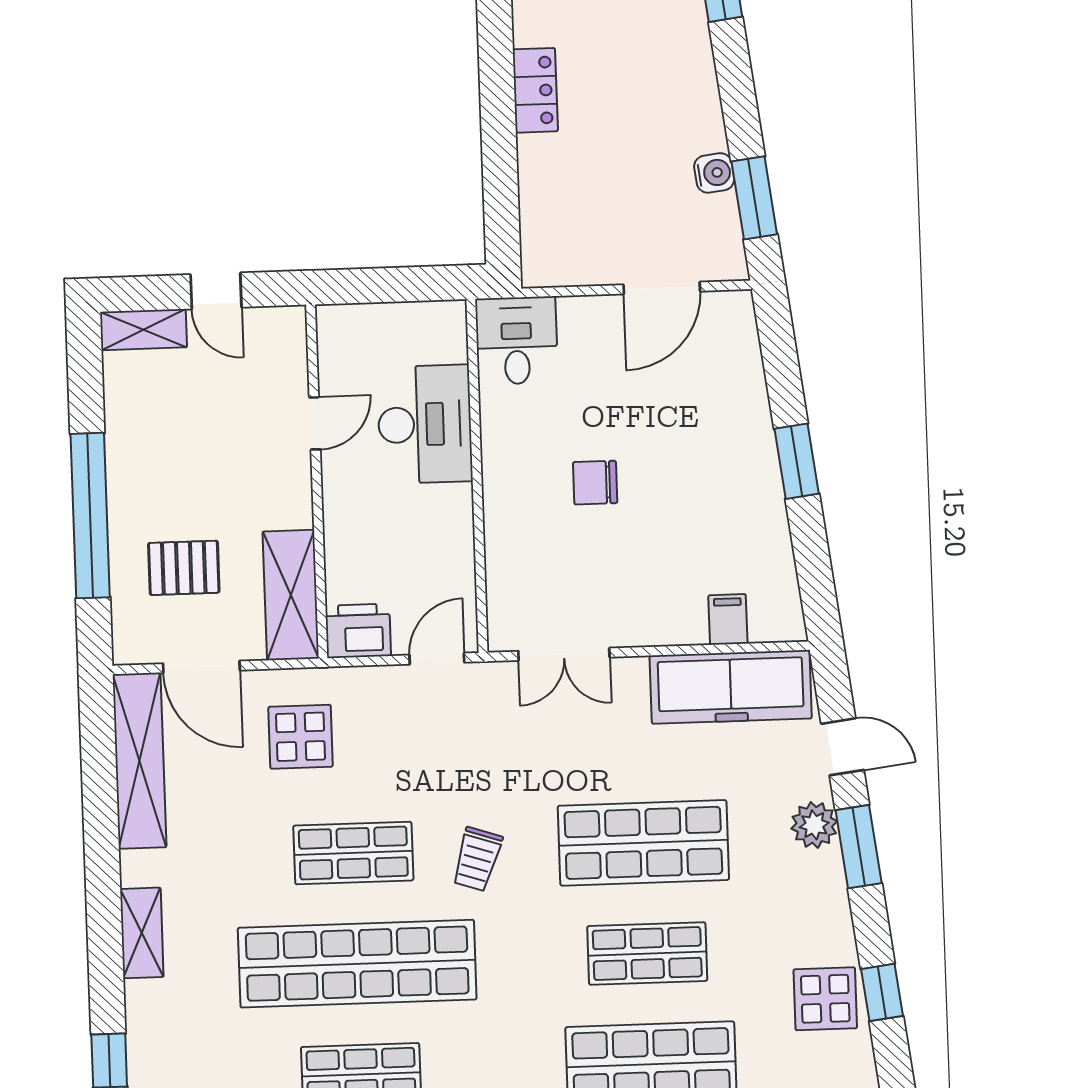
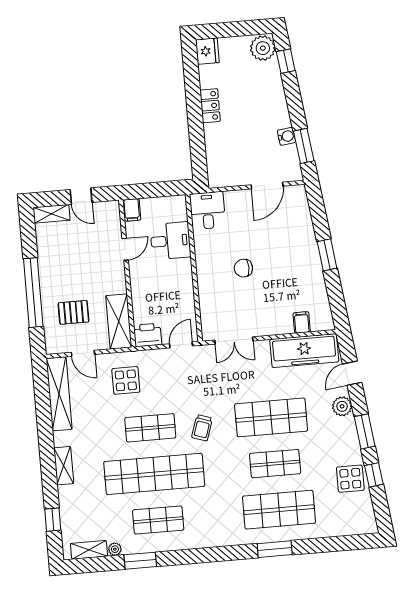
filing cabinet: (335, 330) -> (132, 210), added
desk: (425, 424) -> (170, 241), width x0.73
door: (201, 667) -> (83, 353), width x0.73
door: (843, 747) -> (352, 373), swing flipped
window: (859, 847) -> (365, 431), moved

